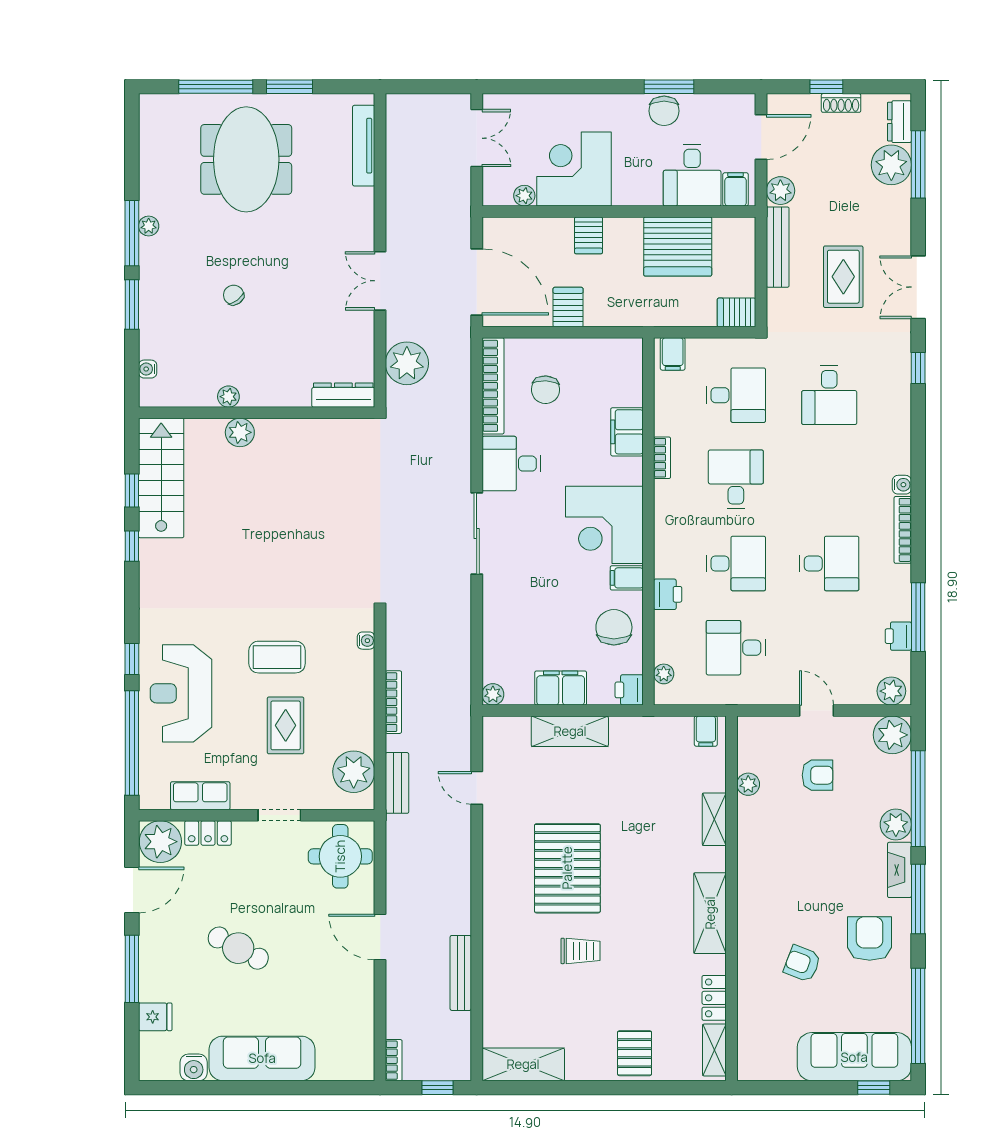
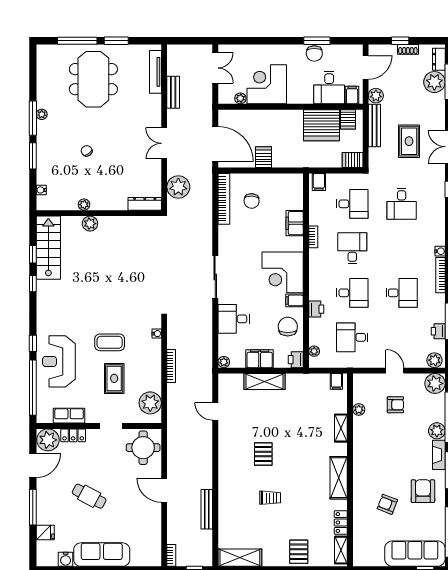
server rack: (589, 235) -> (348, 119), moved
desk: (511, 464) -> (234, 319), moved
bench: (397, 783) -> (173, 92), moved
pallet: (567, 868) -> (263, 454), width x0.49, depth x0.50

